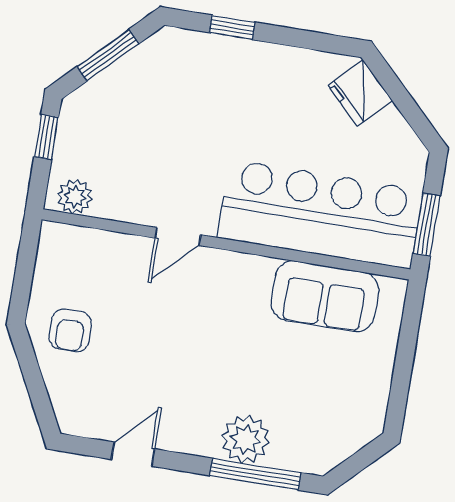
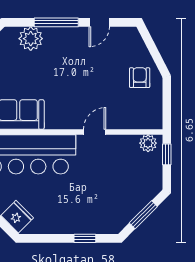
window: (46, 137) -> (167, 154), moved
plant: (246, 439) -> (31, 39), moved
window: (255, 474) -> (56, 22), moved

